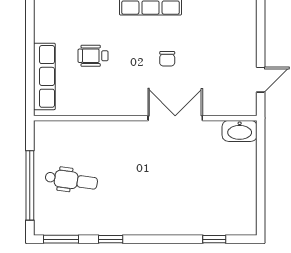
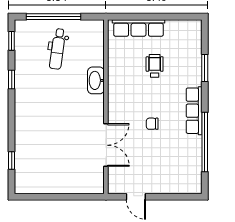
double door: (175, 118) -> (106, 145), moved
washbasin: (240, 131) -> (96, 80), moved
window: (61, 239) -> (12, 41), width x0.67

